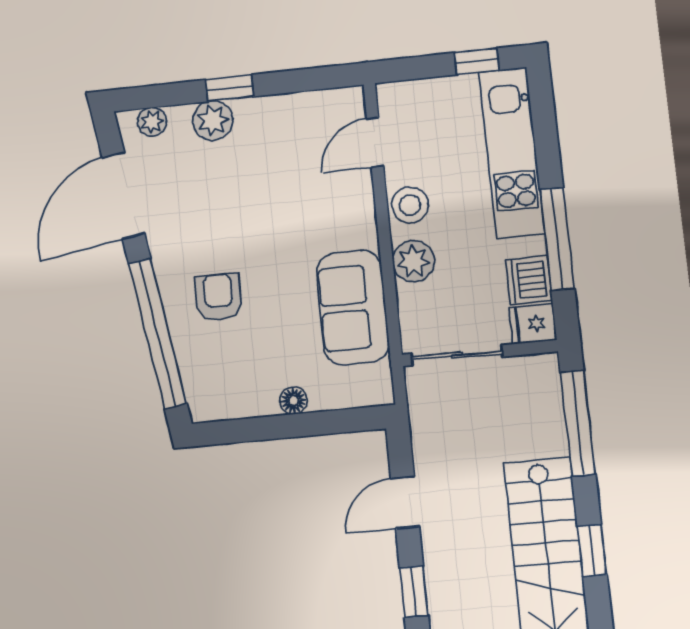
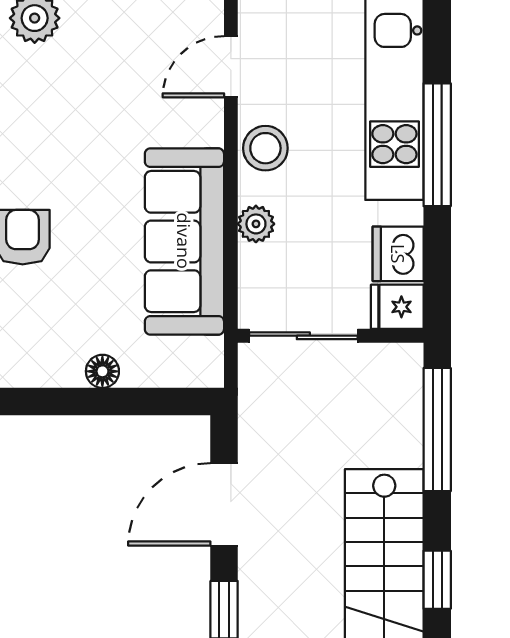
window: (557, 239) -> (437, 145), moved
plant: (413, 261) -> (256, 224), width x0.73, depth x0.73
sofa: (353, 308) -> (184, 241), width x1.36
door: (405, 502) -> (224, 504), width x1.38

